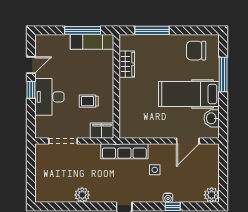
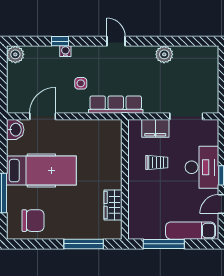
exam couch: (92, 42) -> (191, 231), moved
washbasin: (212, 118) -> (15, 130), moved
filing cabinet: (102, 131) -> (155, 128), moved

